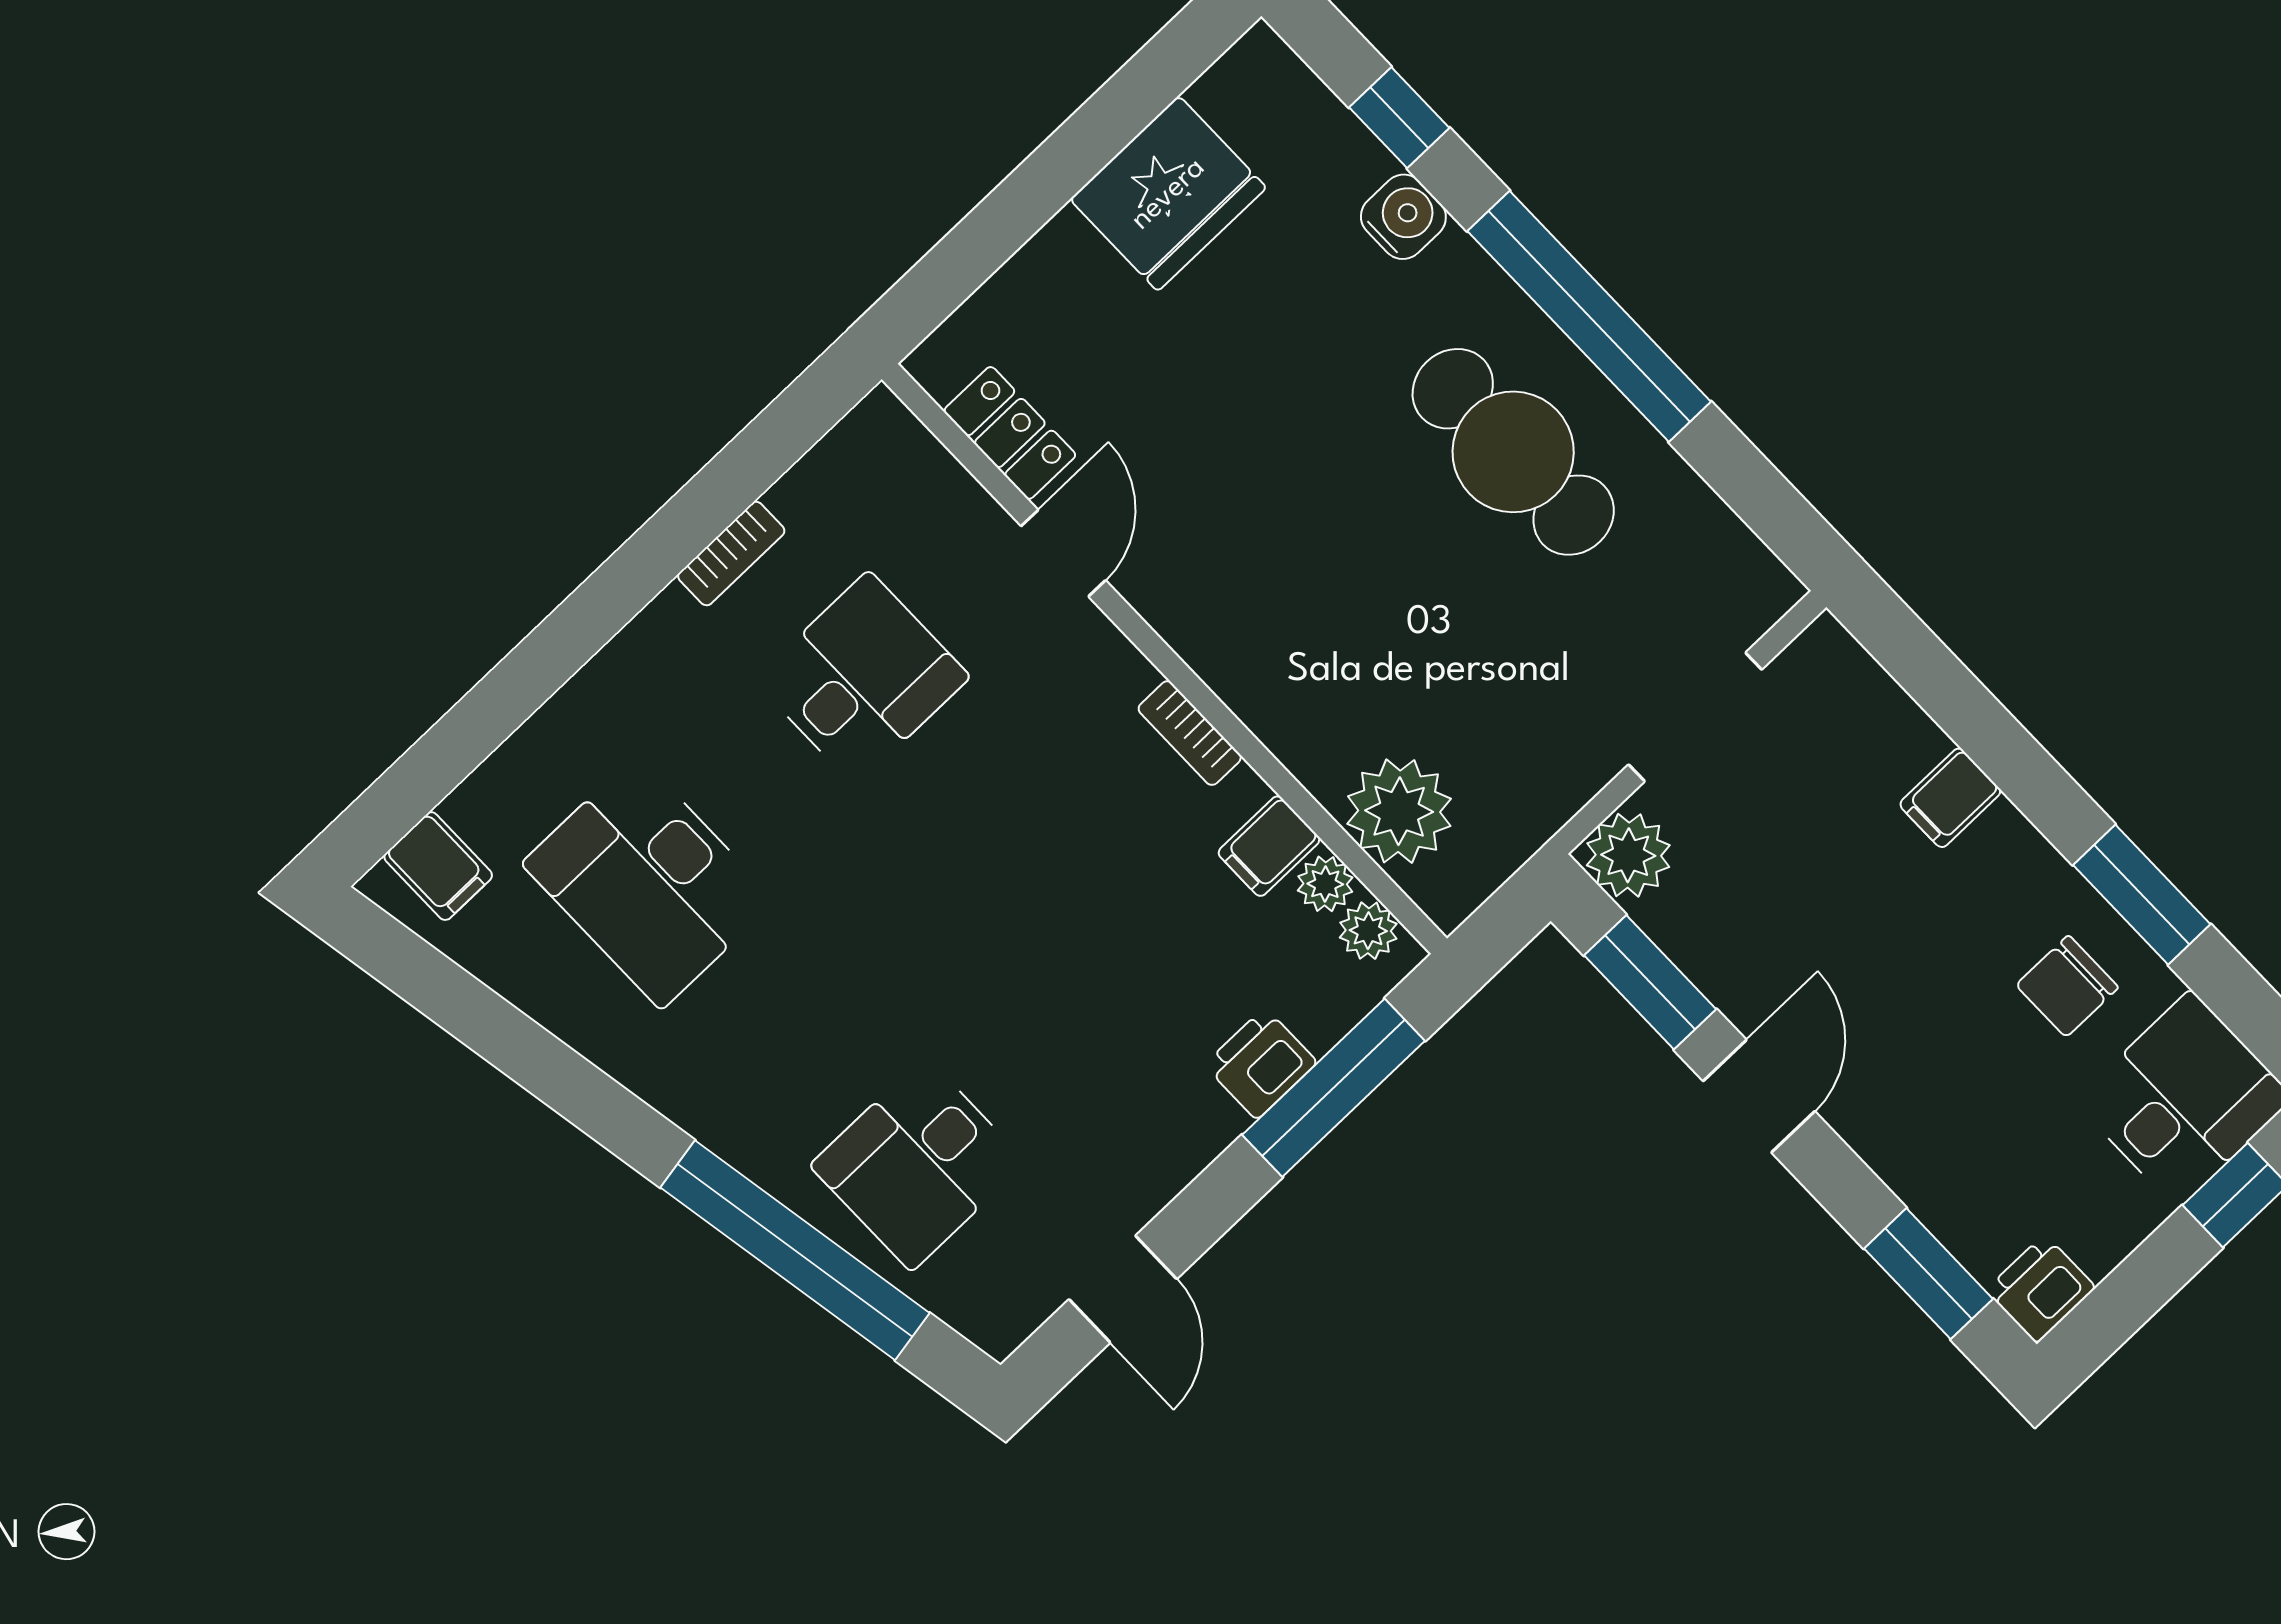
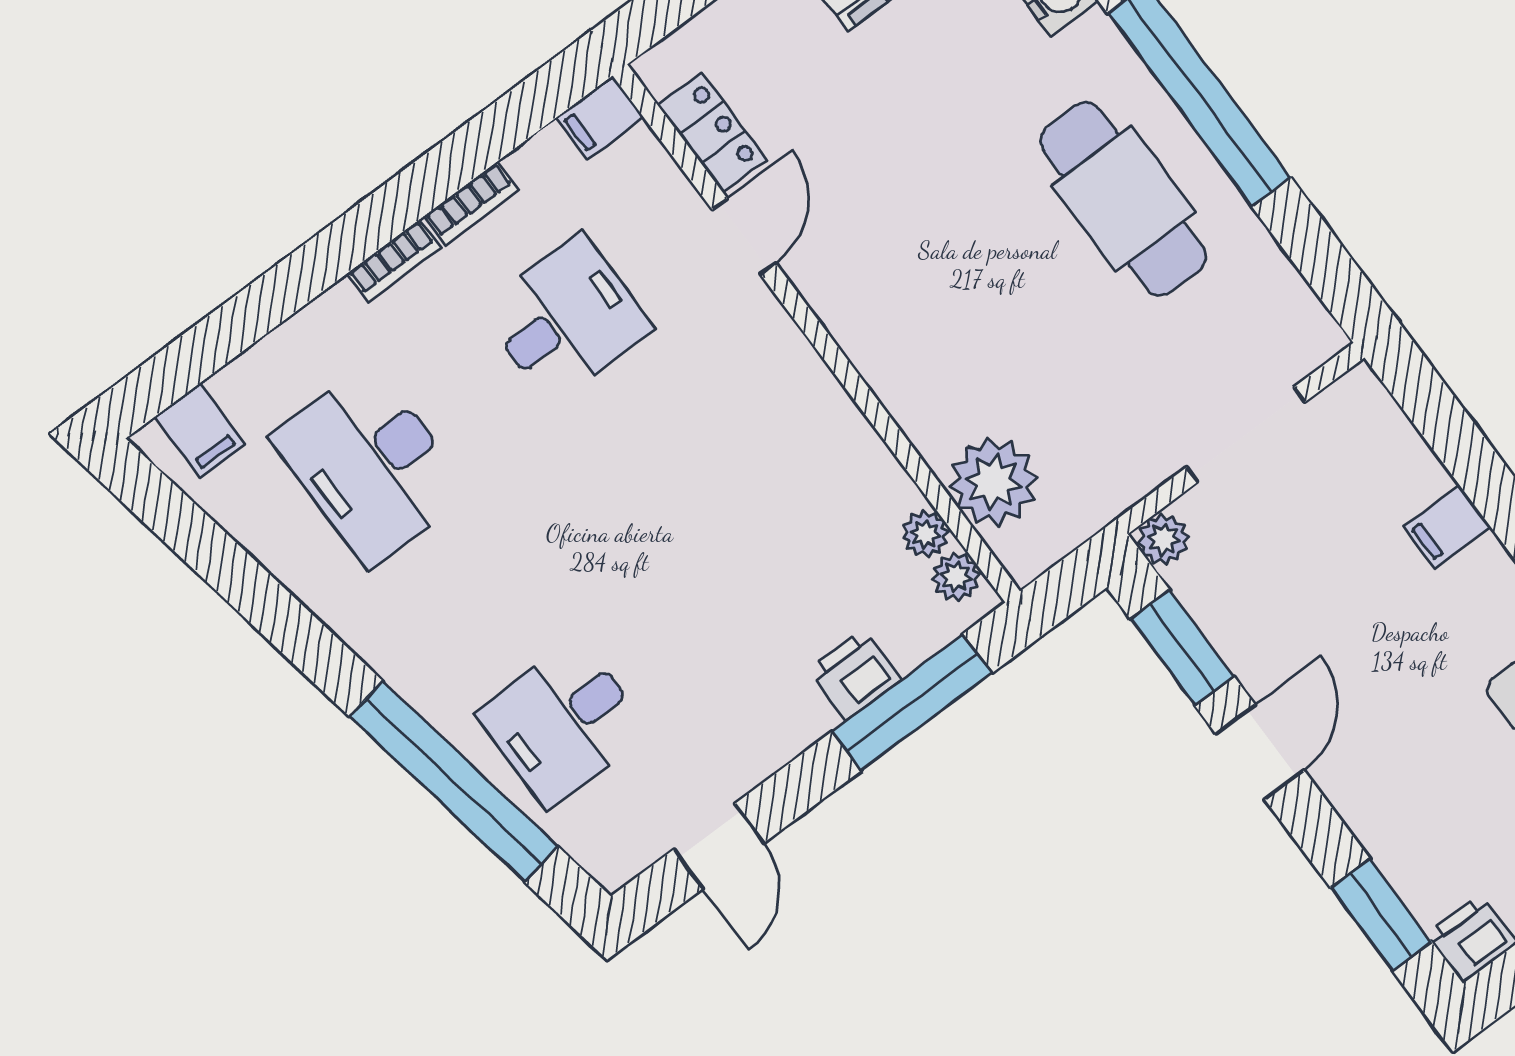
bookcase: (1190, 733) -> (394, 261), moved, turned -90
filing cabinet: (1269, 846) -> (600, 118), moved
plant: (1628, 855) -> (1164, 539), width x0.73, depth x0.73

